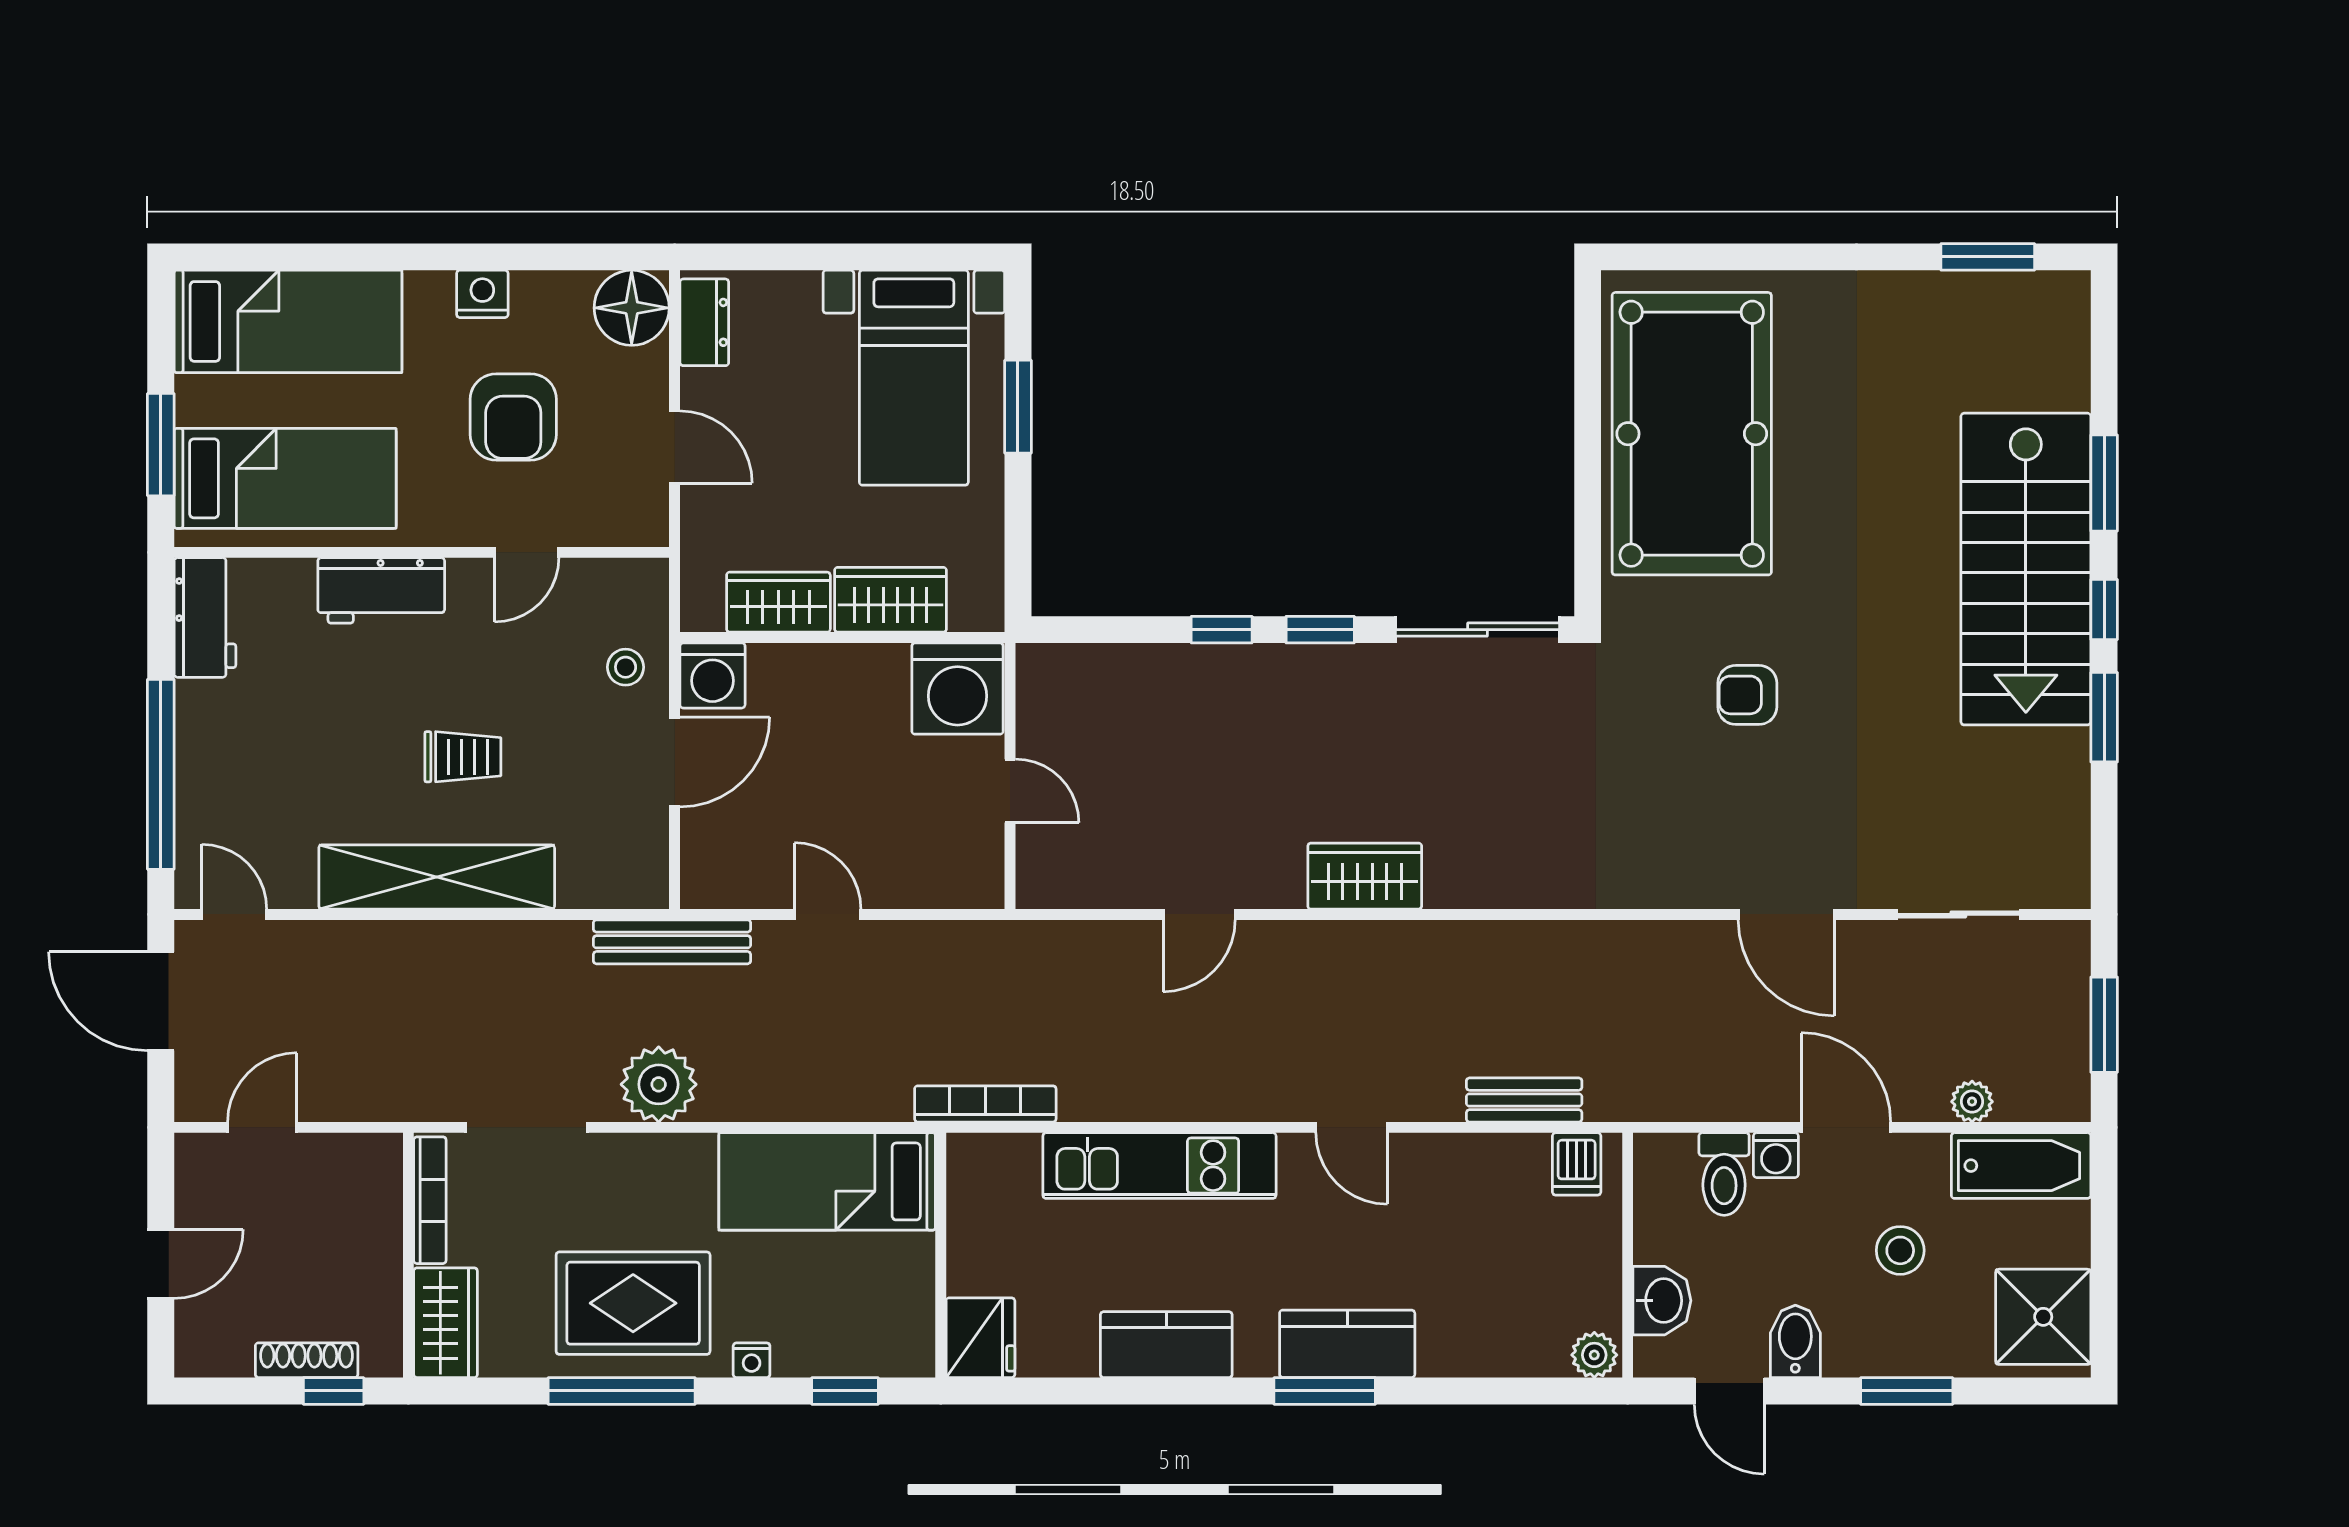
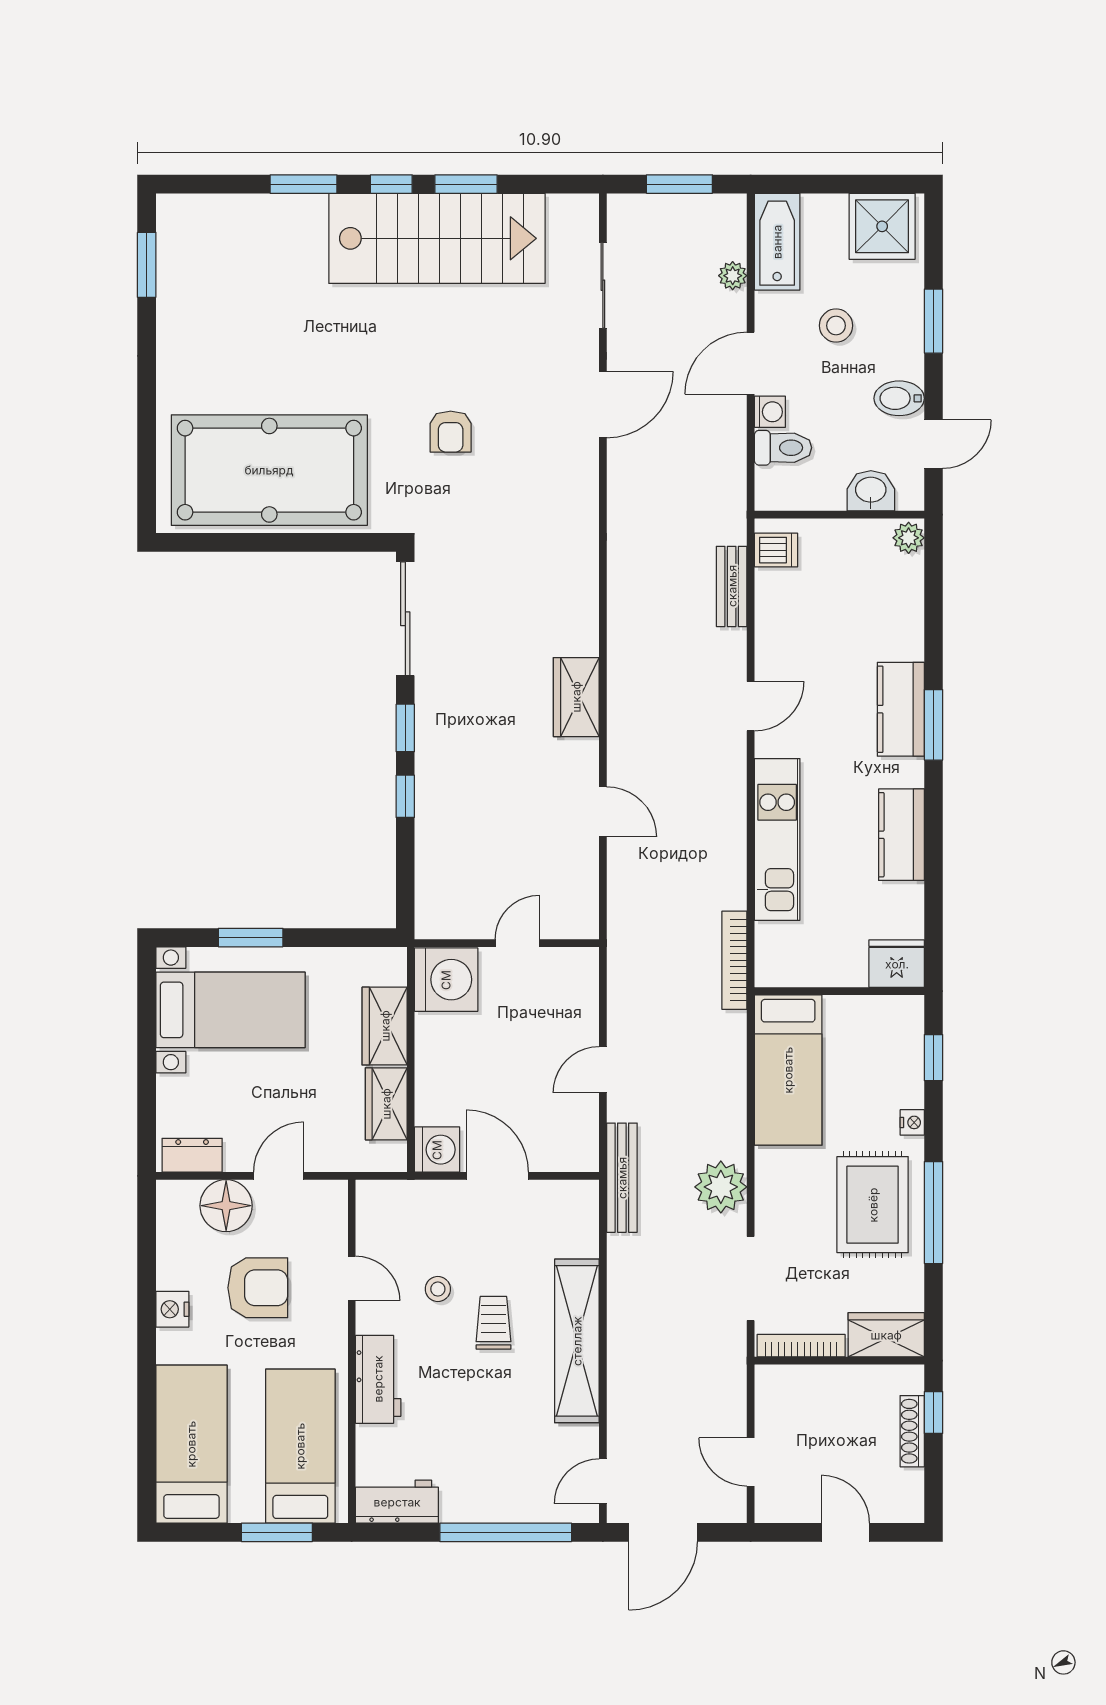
floor lamp: (632, 308) -> (226, 1206), moved
stairs: (2026, 569) -> (437, 238), moved
stool: (626, 667) -> (438, 1289), moved

